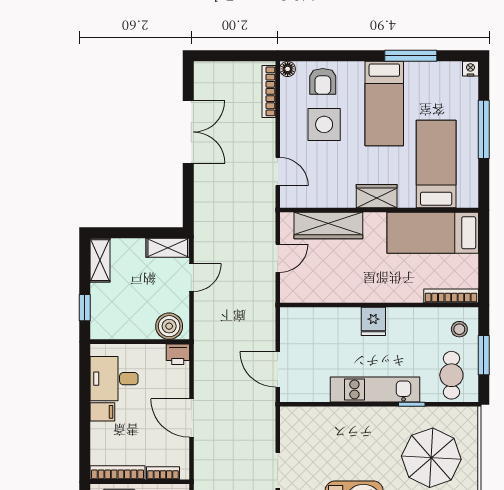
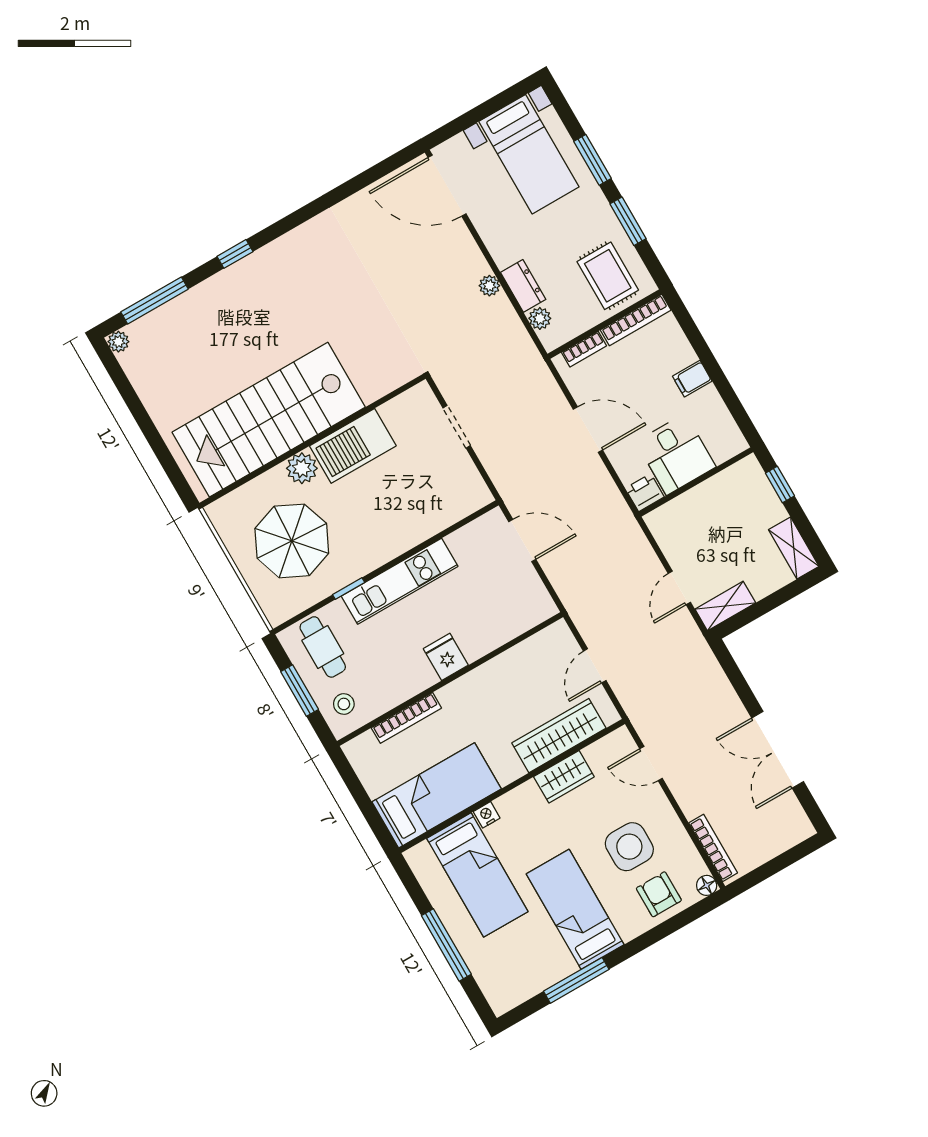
nightstand: (470, 69) -> (487, 815), moved, turned 180
wardrobe: (377, 196) -> (564, 777), moved
bookcase: (451, 296) -> (406, 718), moved
boiler: (169, 326) -> (673, 519), removed
desk: (114, 379) -> (676, 454), moved, turned 90

